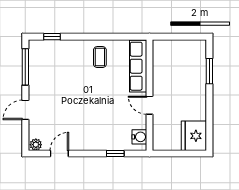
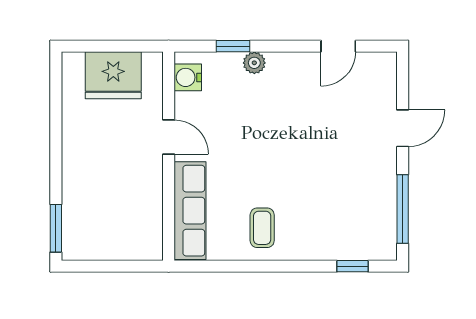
window: (209, 71) -> (56, 228), moved
fridge: (194, 136) -> (113, 75), moved, turned 90
plant: (36, 145) -> (254, 63), moved

